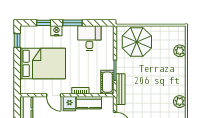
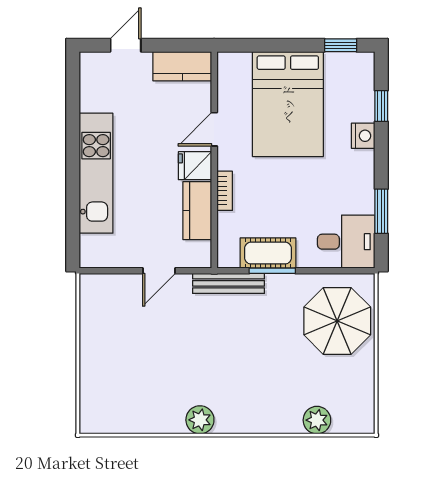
window: (73, 23) -> (381, 211), moved
desk: (89, 38) -> (346, 242), moved
cot: (107, 82) -> (268, 253), moved

